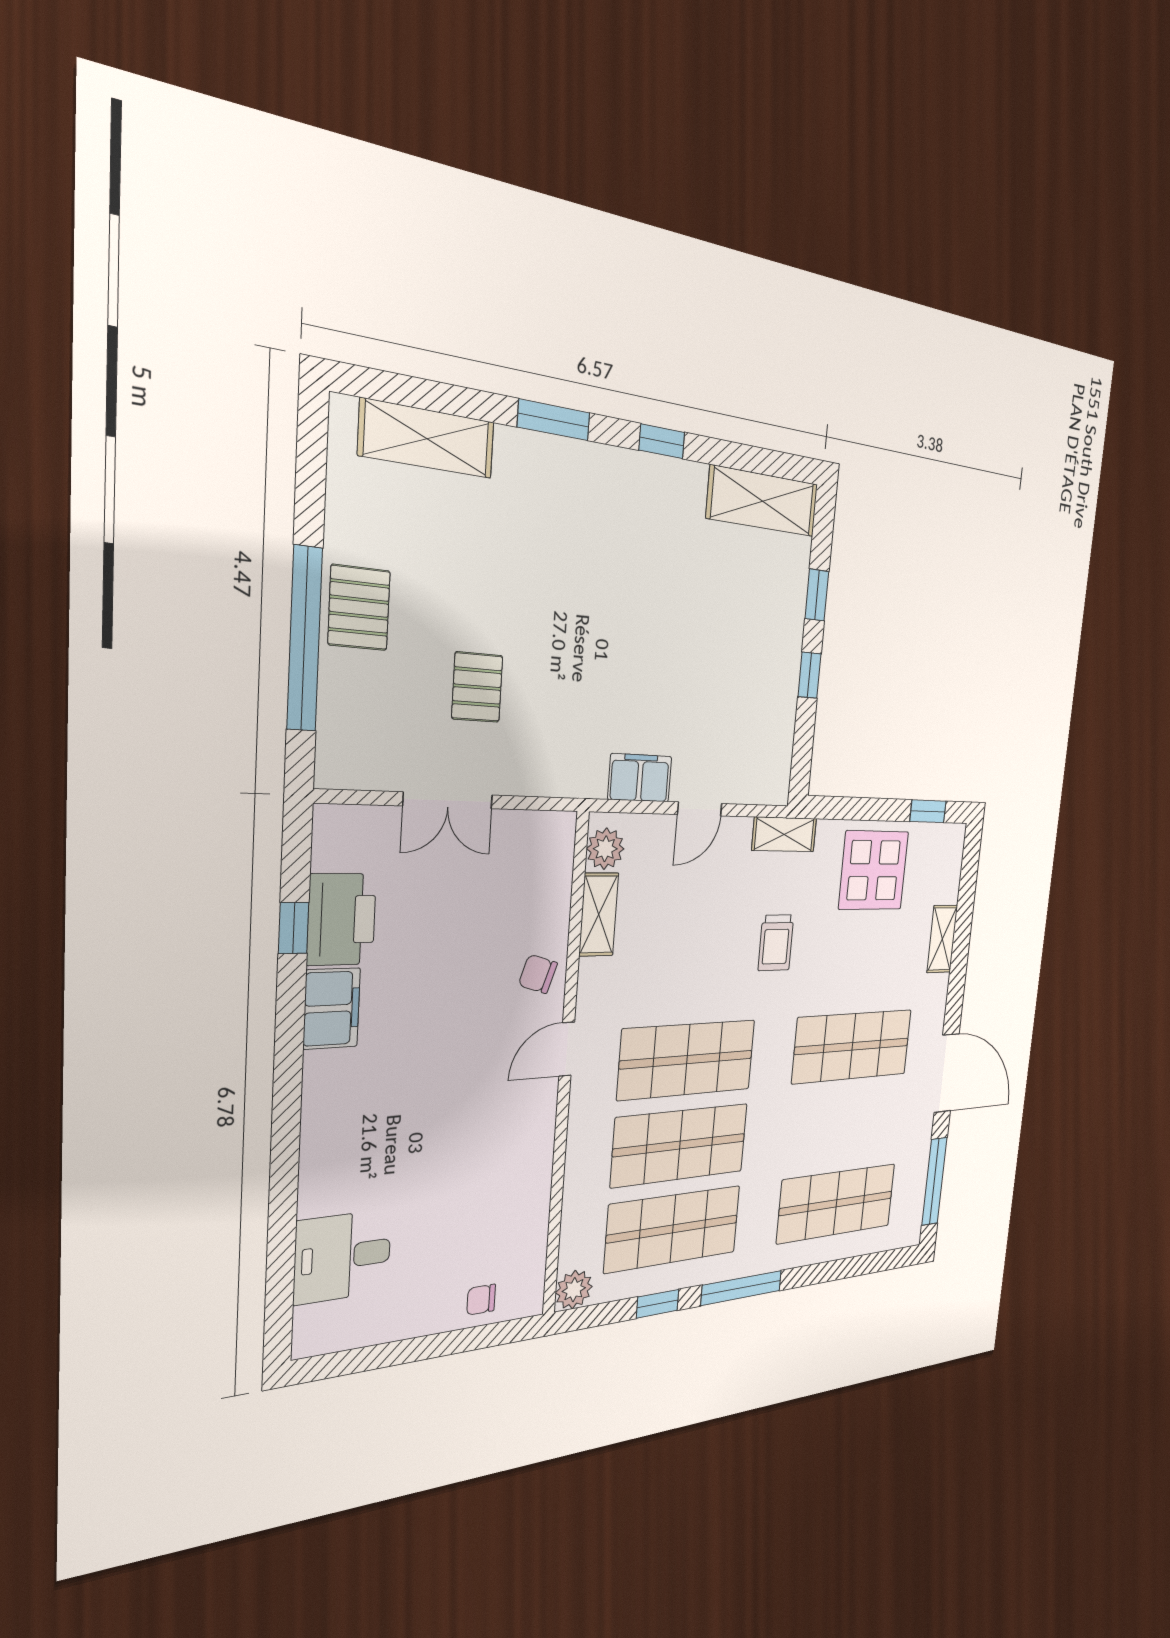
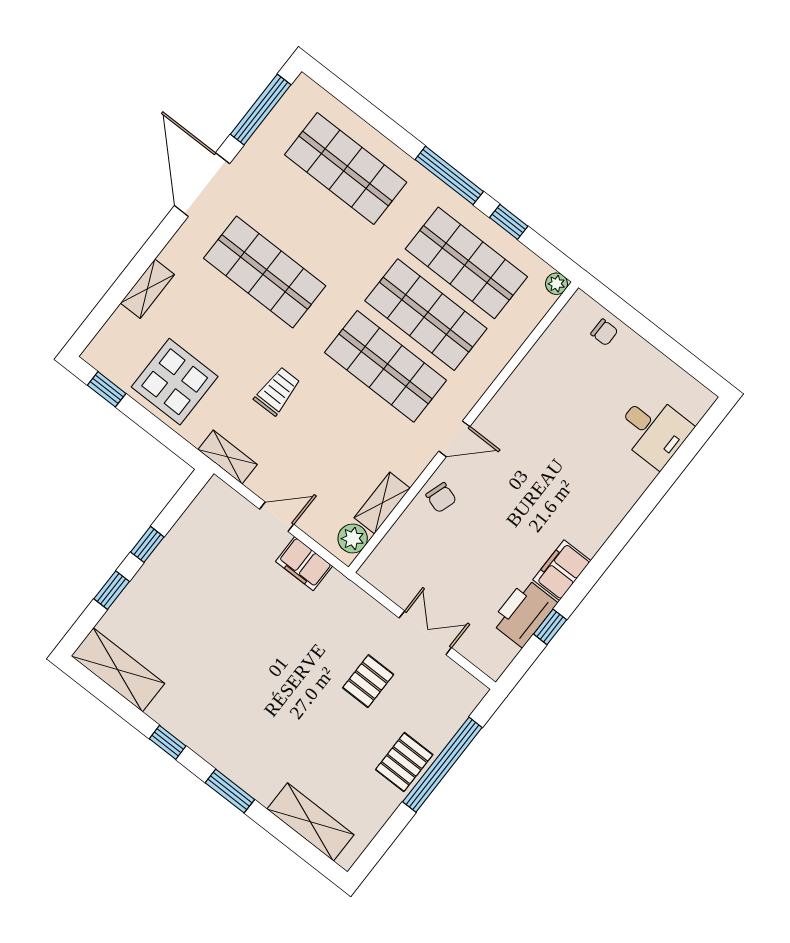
plant: (574, 1290) -> (556, 284), width x0.73, depth x0.73

